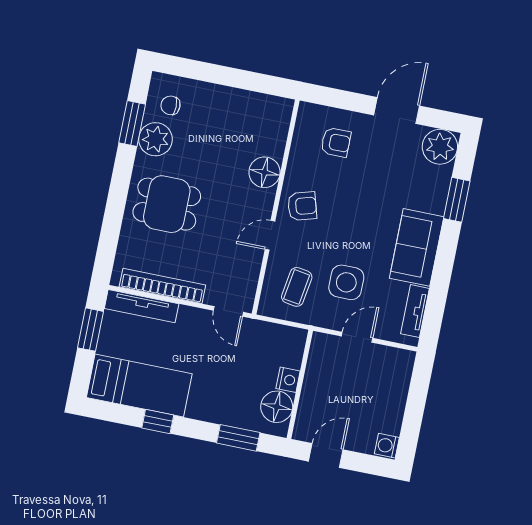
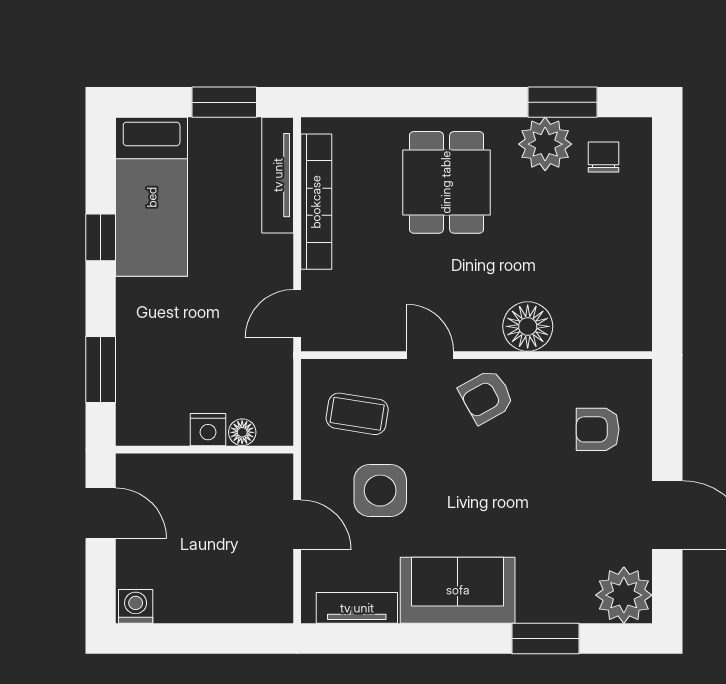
armchair: (336, 142) -> (598, 429), turned 90
armchair: (302, 206) -> (486, 397), turned 77
floor lamp: (277, 407) -> (242, 432), moved, width x0.53, depth x0.53

